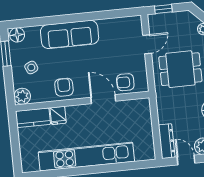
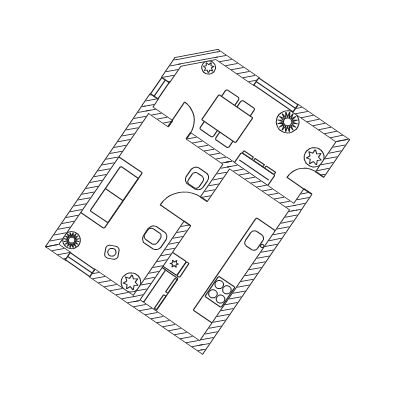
dresser: (167, 141) -> (255, 168), moved

